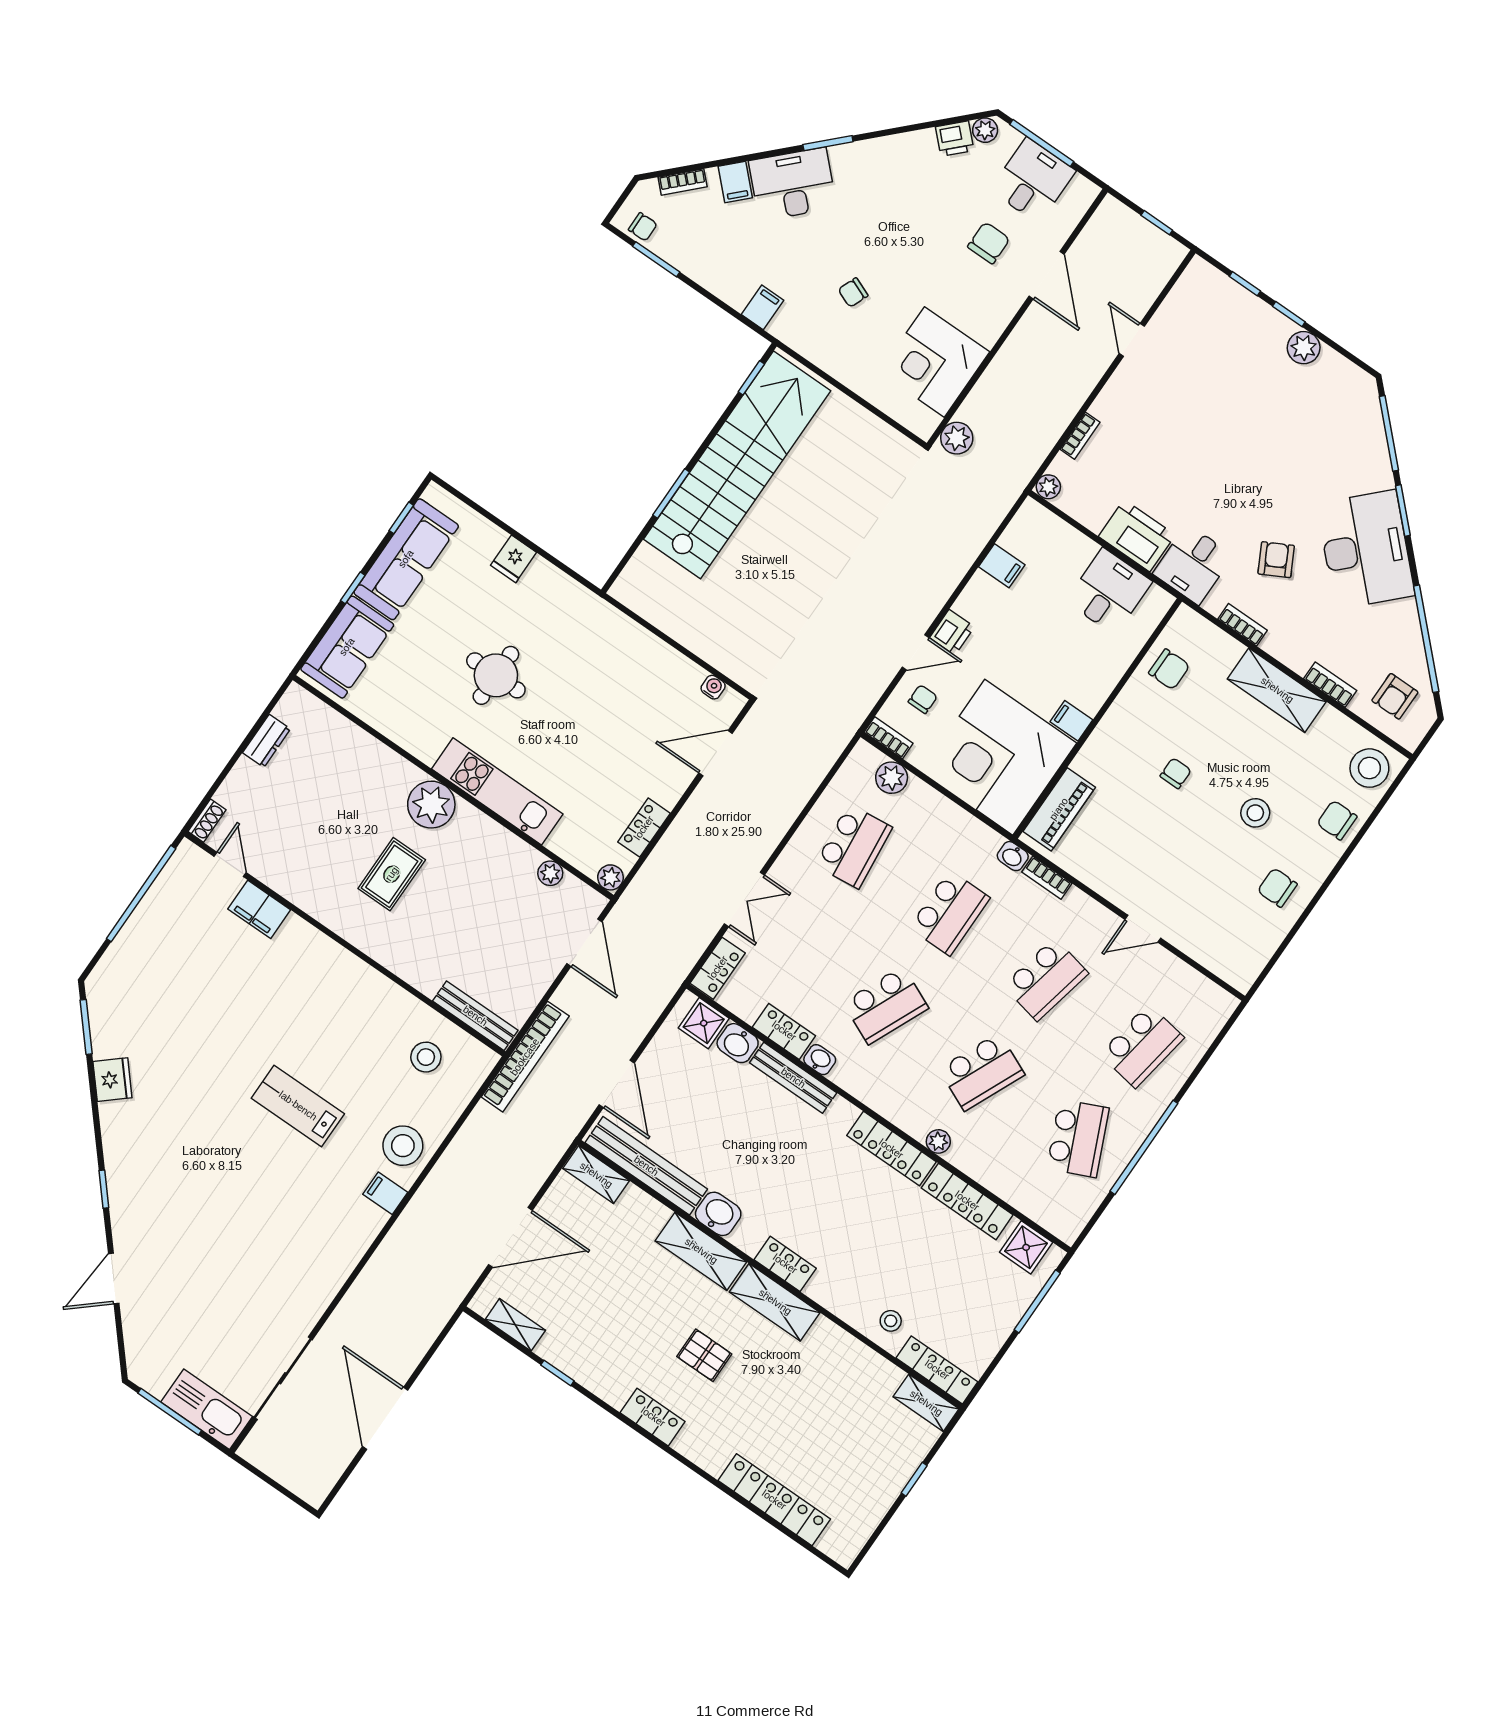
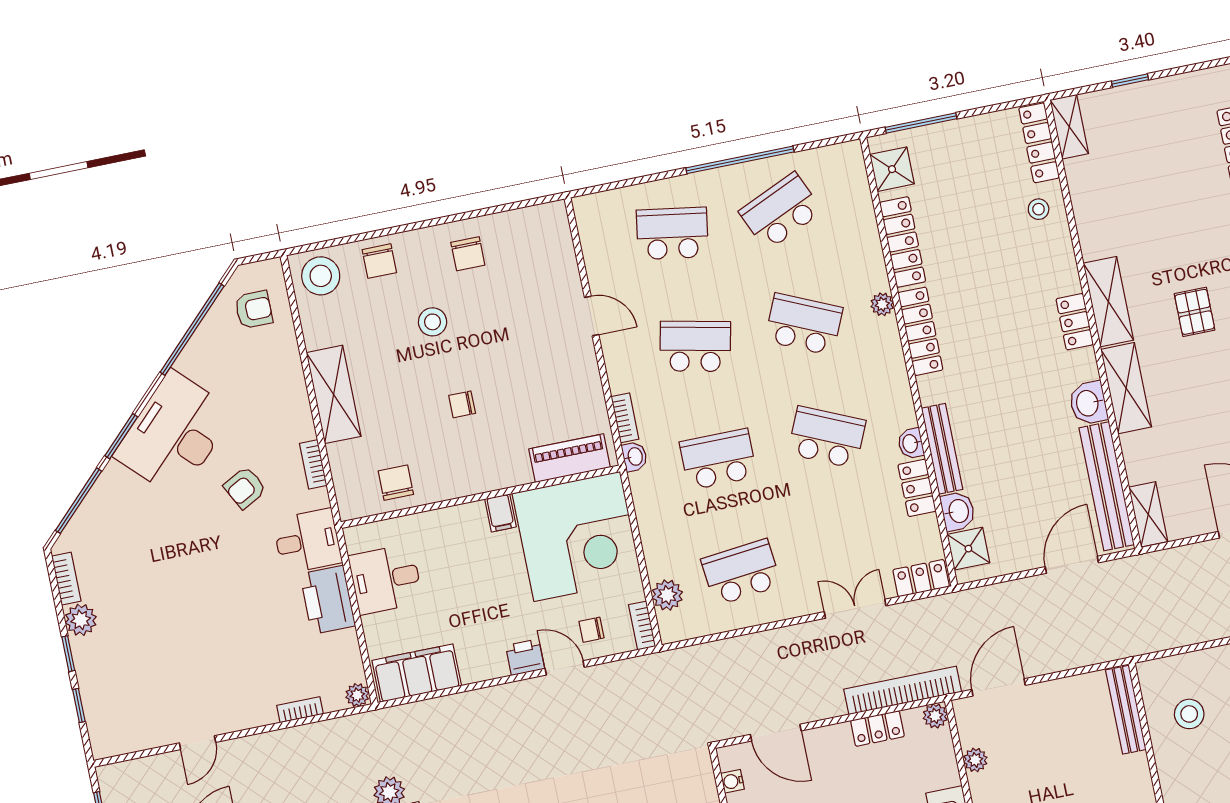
filing cabinet: (1002, 566) -> (417, 673), width x3.00, depth x1.17
bookcase: (1330, 685) -> (66, 579), moved, turned 180
bookcase: (525, 1057) -> (903, 690), moved

